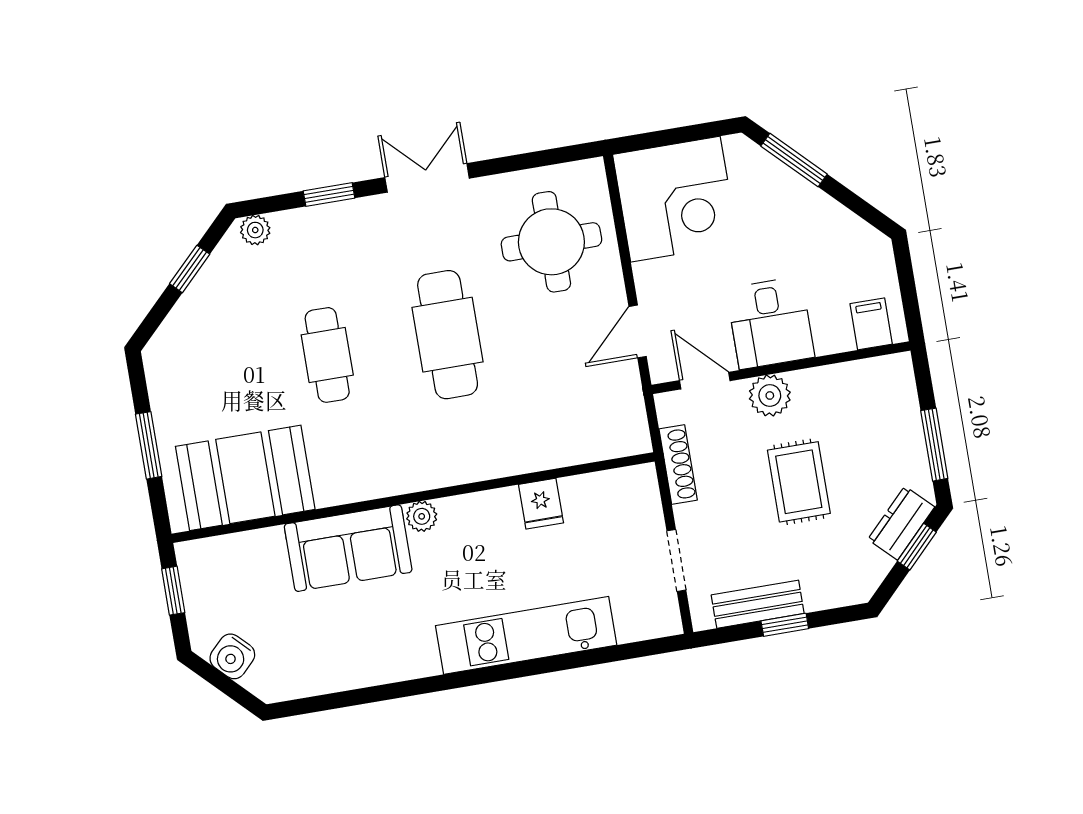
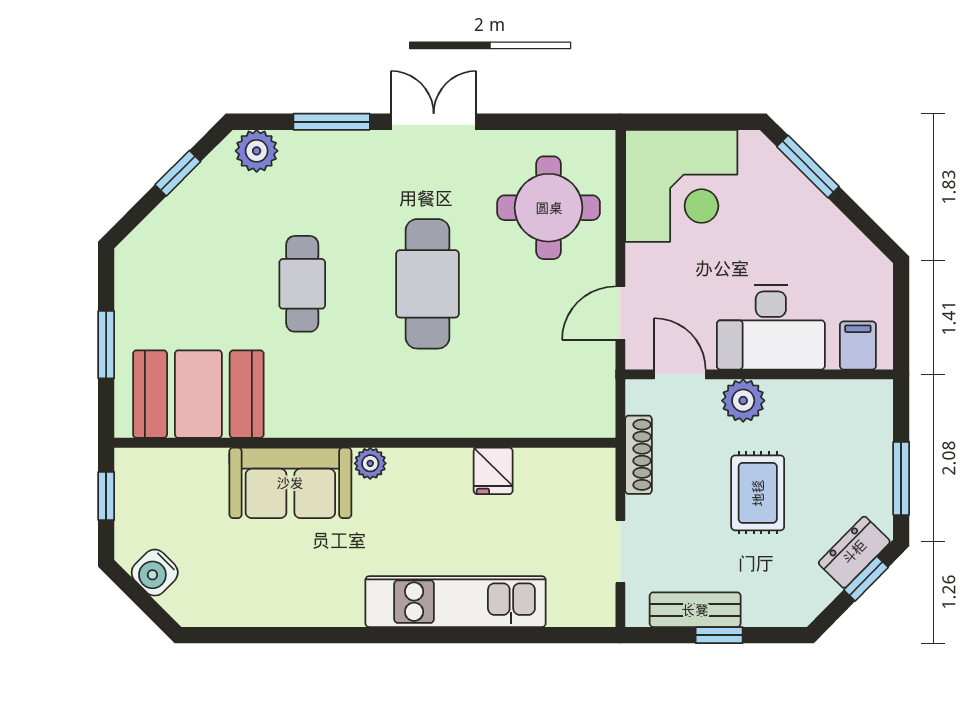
window: (329, 194) -> (332, 122), width x1.50
plant: (255, 230) -> (257, 151), width x1.38, depth x1.38
desk: (770, 323) -> (771, 327), width x1.37

